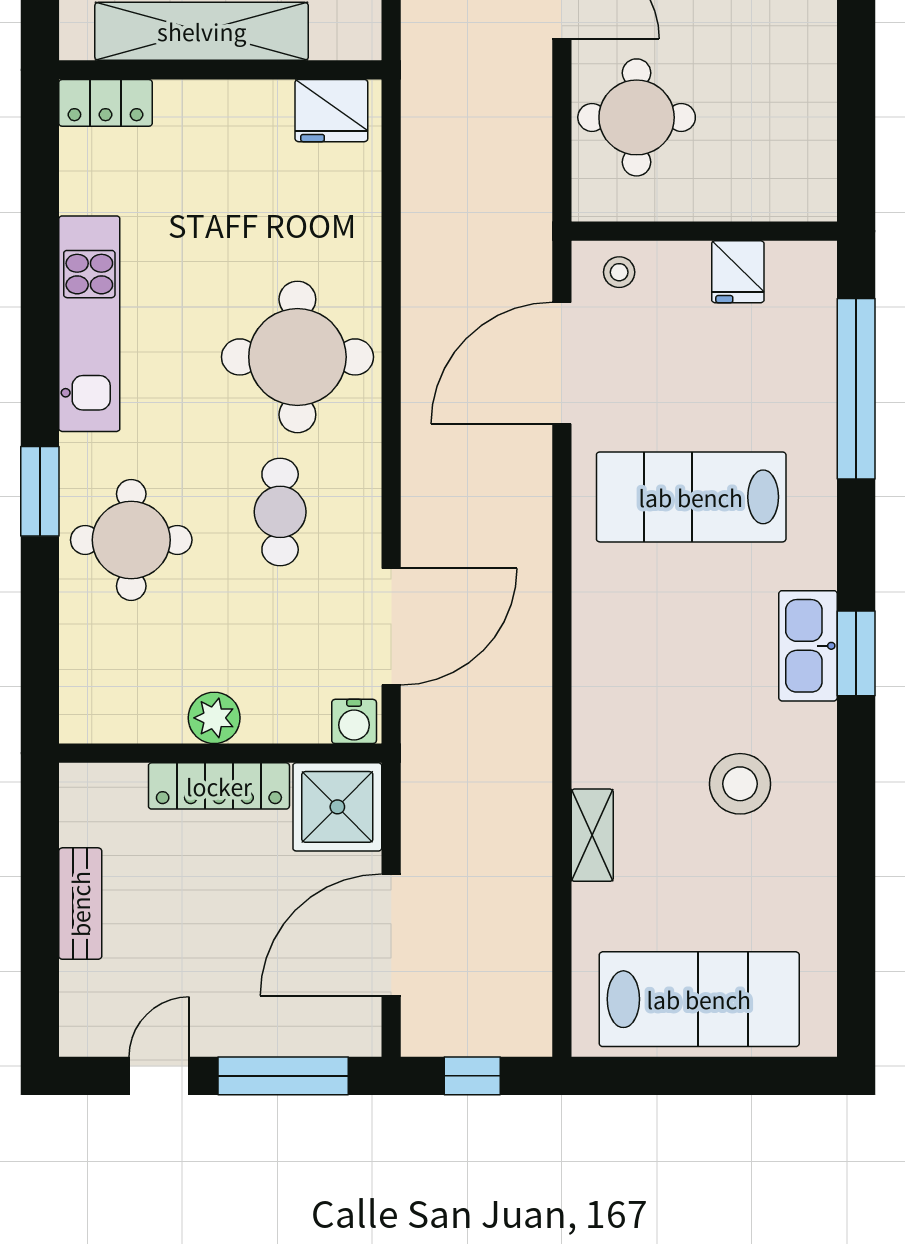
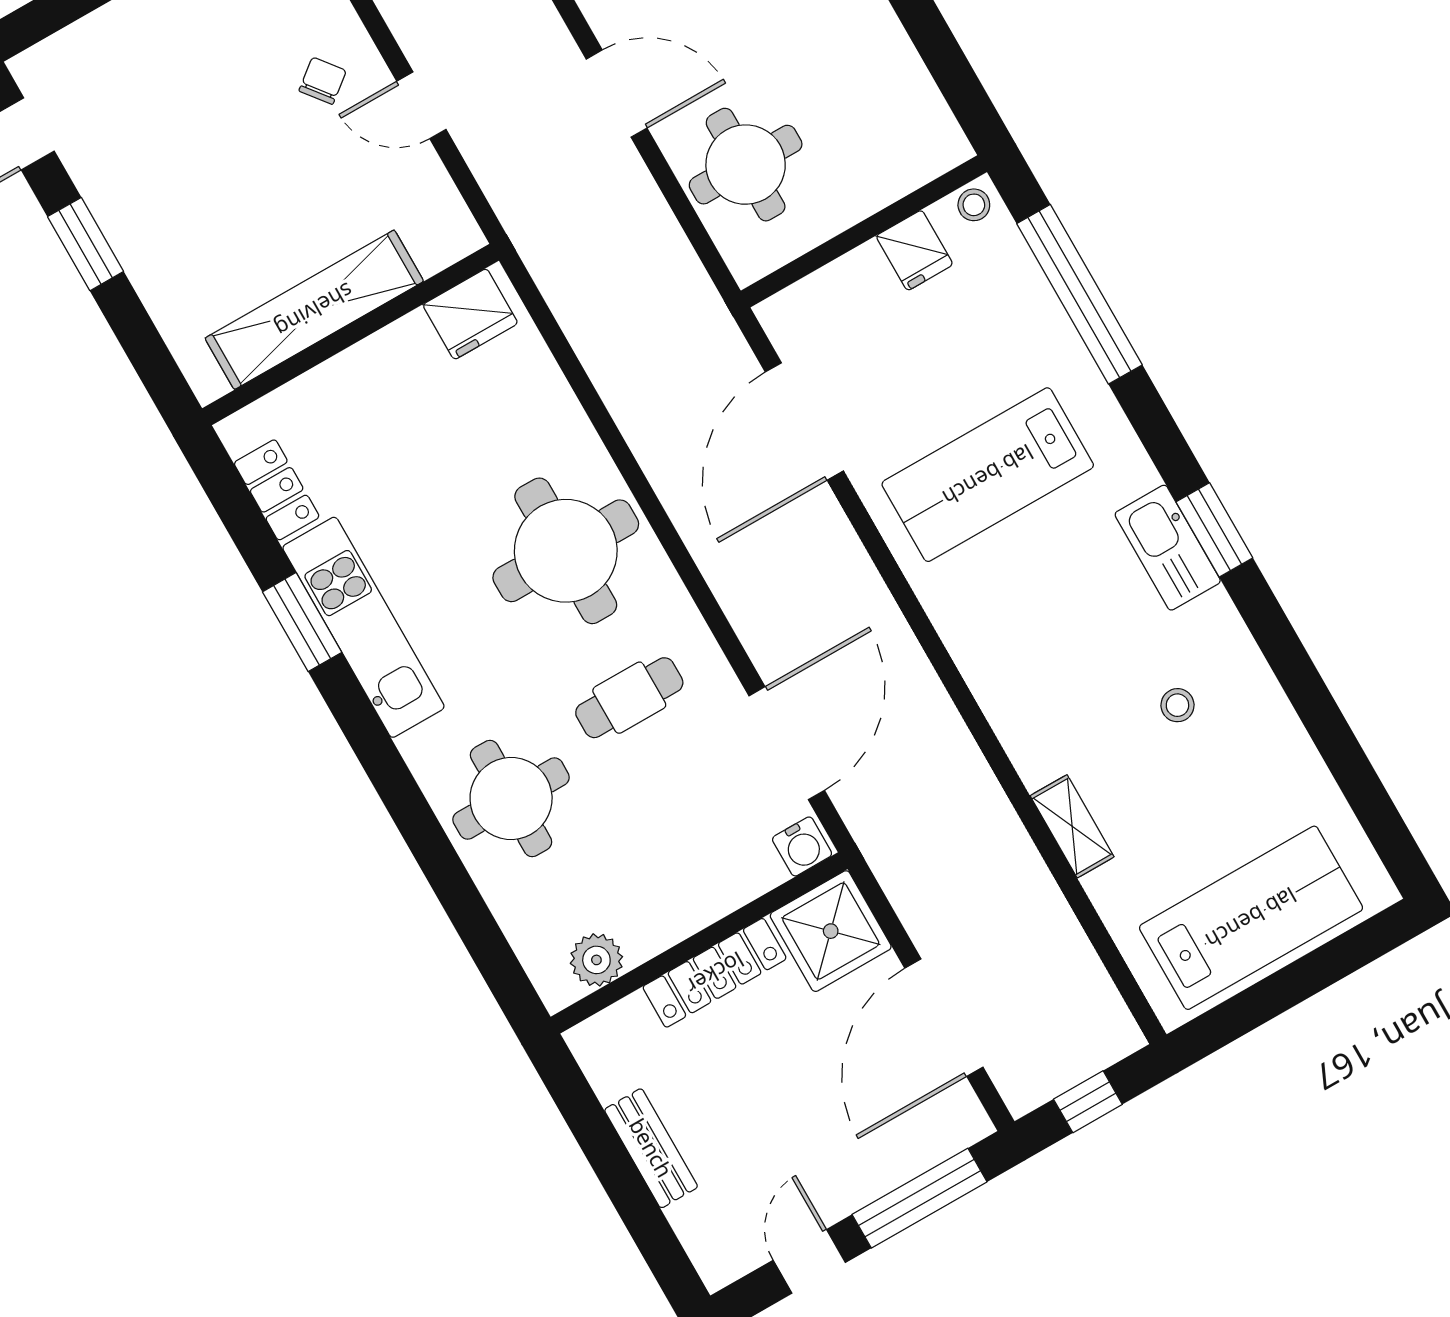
locker: (105, 103) -> (277, 490), moved, turned -90
stool: (619, 272) -> (974, 205), moved
window: (40, 491) -> (302, 622), moved
cafe table: (280, 512) -> (629, 698), turned 90
plant: (214, 718) -> (596, 960), moved
stool: (740, 784) -> (1177, 705), width x0.53, depth x0.53

